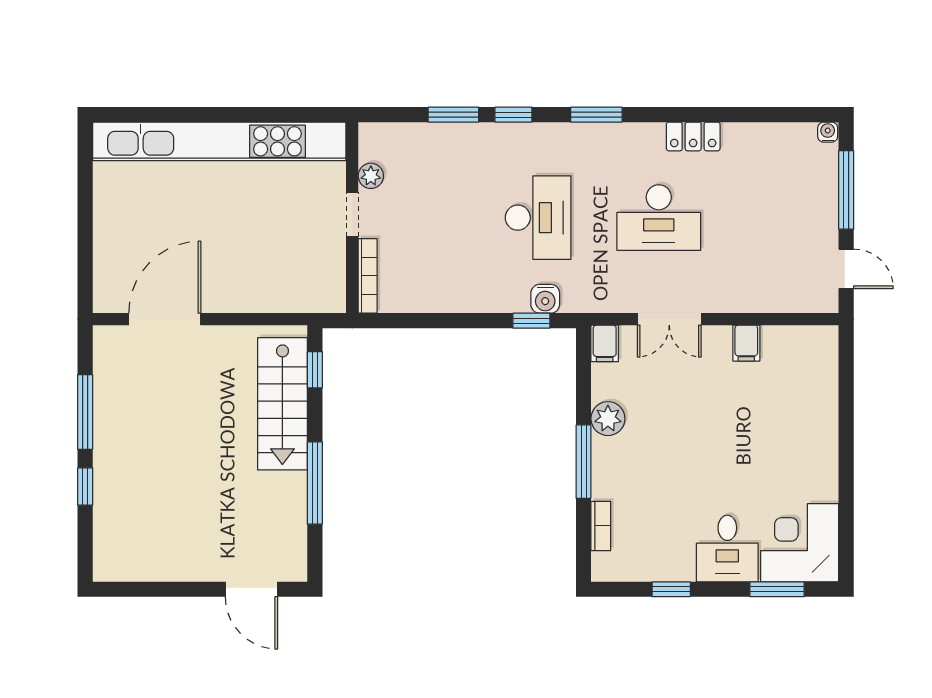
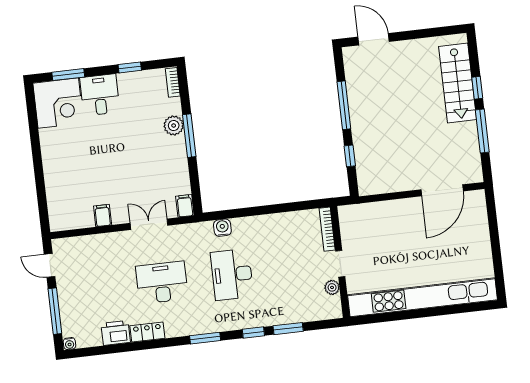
printer: (747, 141) -> (116, 333), added
window: (531, 321) -> (229, 214), removed
window: (315, 370) -> (350, 156), moved
stairs: (282, 404) -> (458, 83), moved, turned 180
plant: (608, 419) -> (174, 126), moved
bookcase: (601, 526) -> (173, 82), moved

